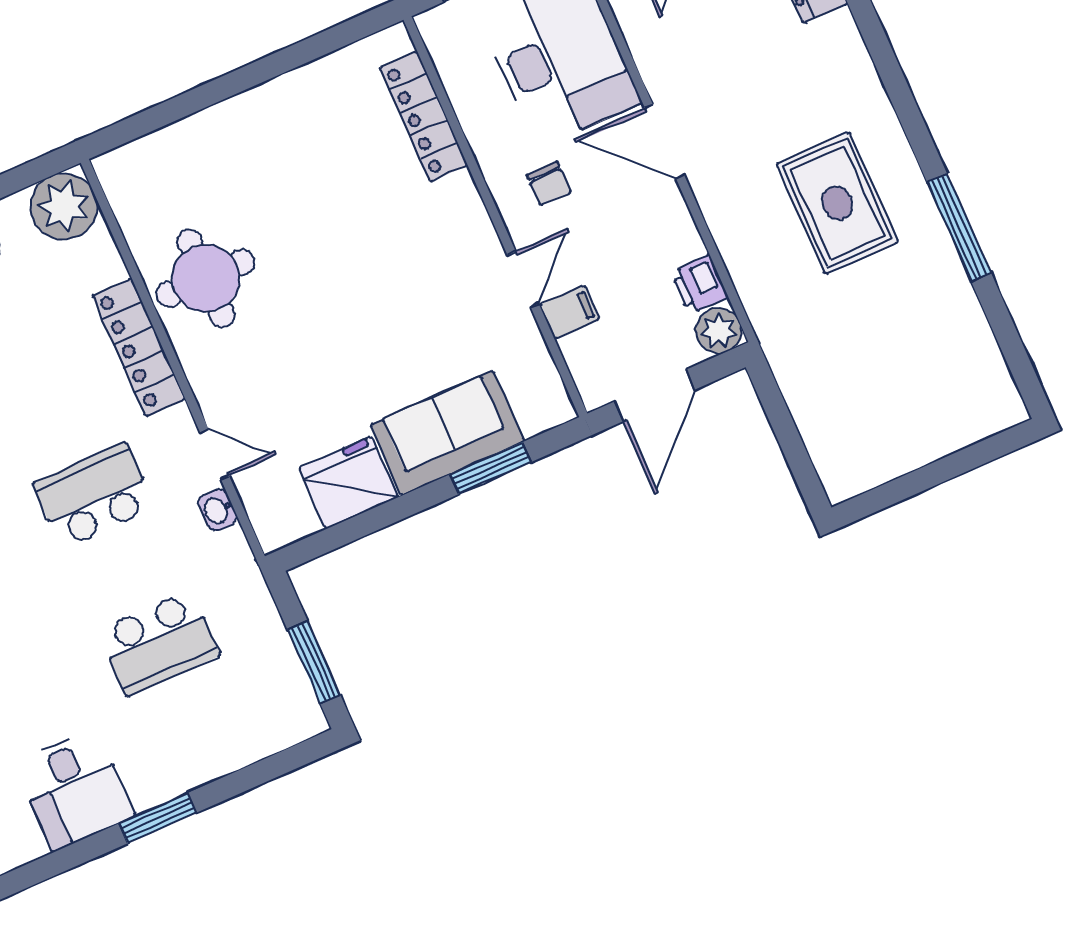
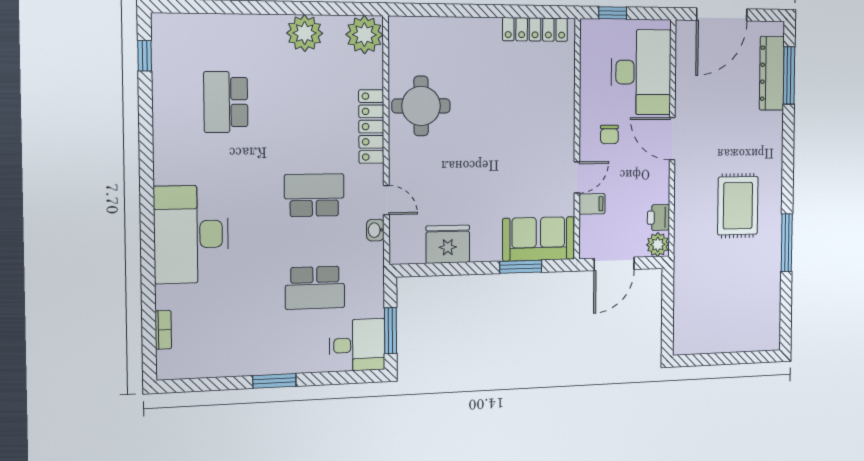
locker: (424, 117) -> (535, 29), moved, turned -90
sofa: (447, 433) -> (538, 239), moved
desk: (75, 789) -> (357, 345), moved, turned -90

